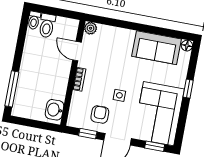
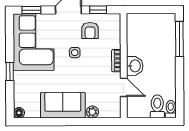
plant: (91, 28) -> (92, 112), moved
sofa: (157, 48) -> (63, 105), moved
washbasin: (54, 110) -> (135, 66), moved

